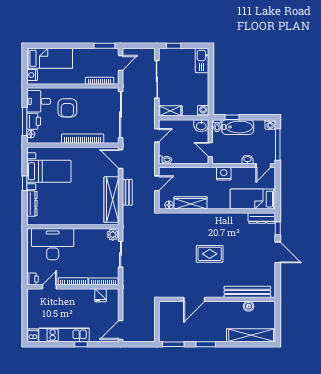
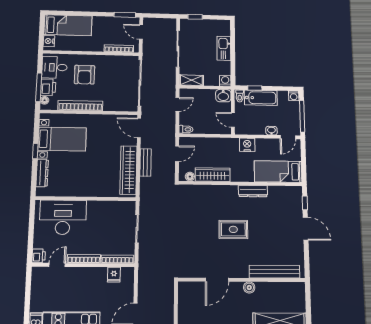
kitchen sink: (202, 60) -> (224, 48), moved
door: (121, 63) -> (141, 32), swing flipped
bookcase: (83, 139) -> (80, 106), moved
dresser: (262, 218) -> (253, 191), moved
plant: (113, 235) -> (129, 207), removed
boiler: (249, 306) -> (249, 287), moved

